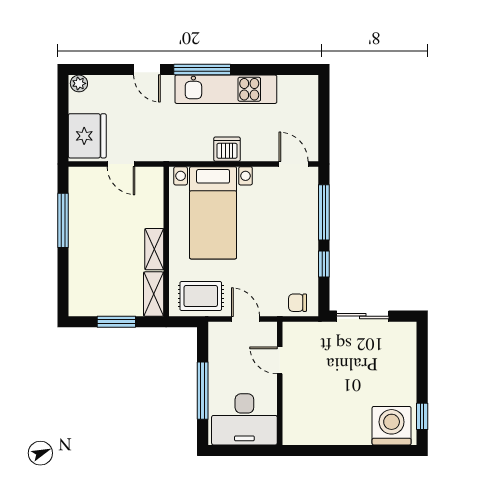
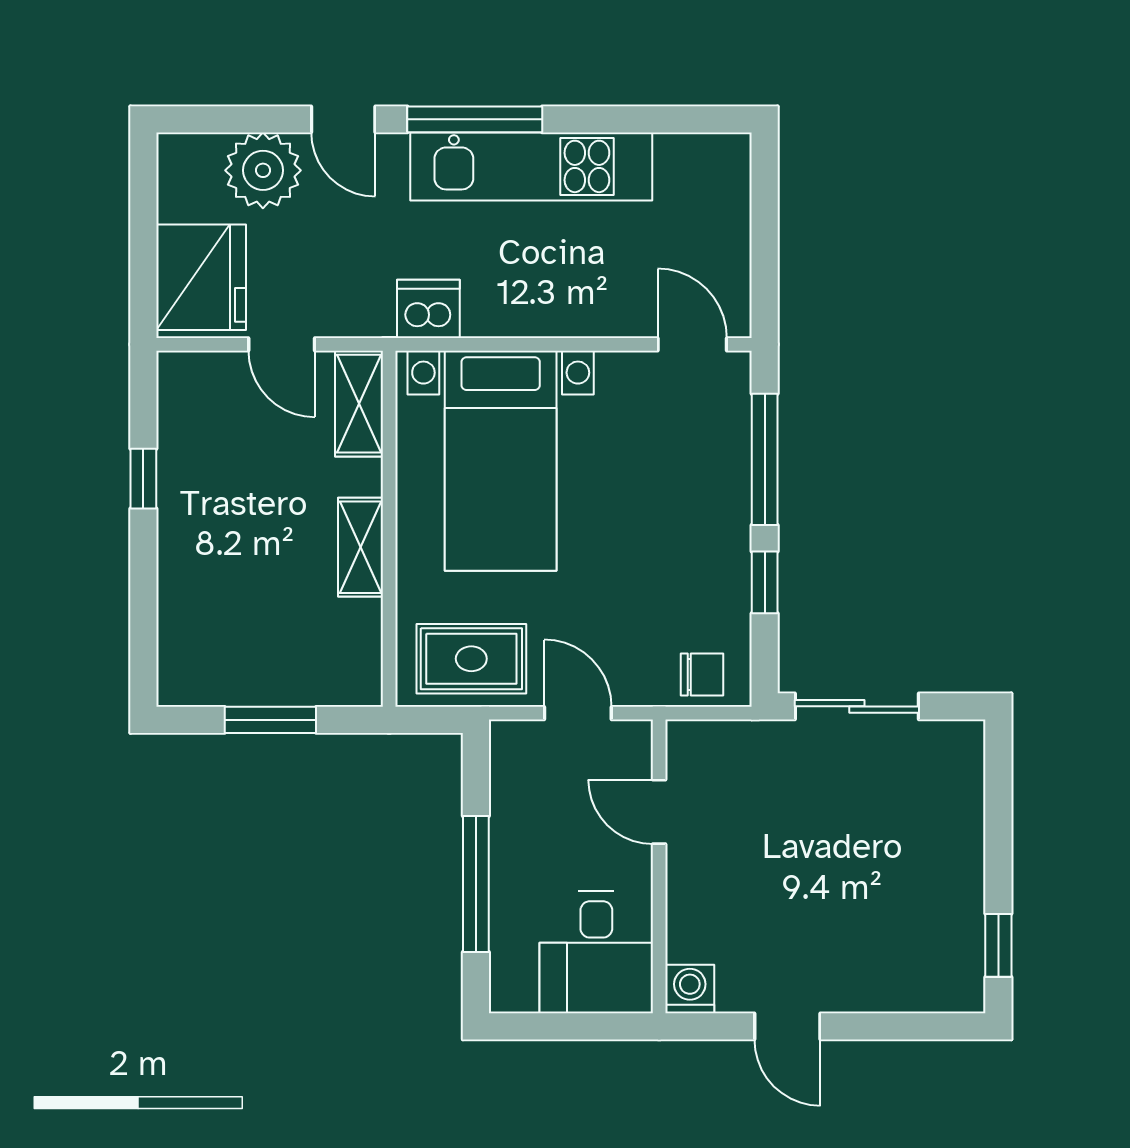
plant: (79, 83) -> (263, 170), moved, width x1.87, depth x1.87
dishwasher: (227, 149) -> (428, 309), moved
window: (63, 220) -> (143, 479), width x0.46
shelving: (154, 294) -> (359, 404), moved
chair: (298, 303) -> (702, 675), turned 180
desk: (244, 419) -> (596, 952), width x0.73
washing machine: (392, 426) -> (690, 989), moved, width x0.53, depth x0.53
door: (333, 450) -> (787, 1026), added

